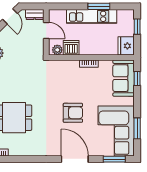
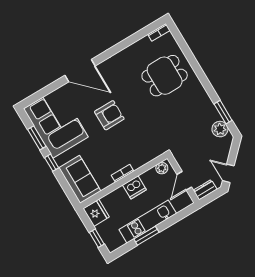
door: (46, 30) -> (184, 181), hinge flipped
dishwasher: (71, 48) -> (134, 187), moved
window: (137, 79) -> (52, 163), moved
armchair: (73, 113) -> (109, 115), turned 180
window: (114, 159) -> (41, 94), removed

